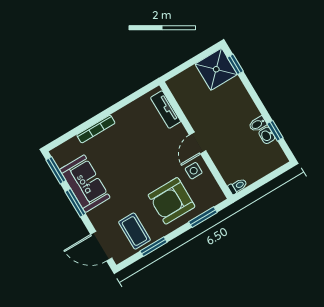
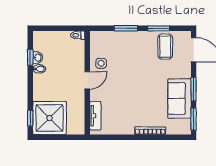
shower: (216, 69) -> (50, 118), width x1.37, depth x1.37
armchair: (172, 201) -> (128, 52), removed
window: (203, 217) -> (126, 28), moved

